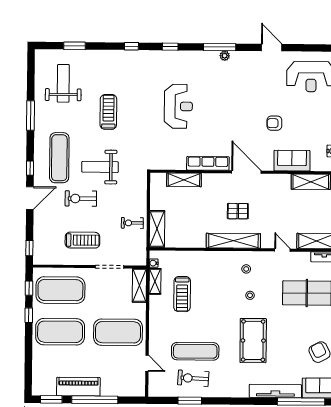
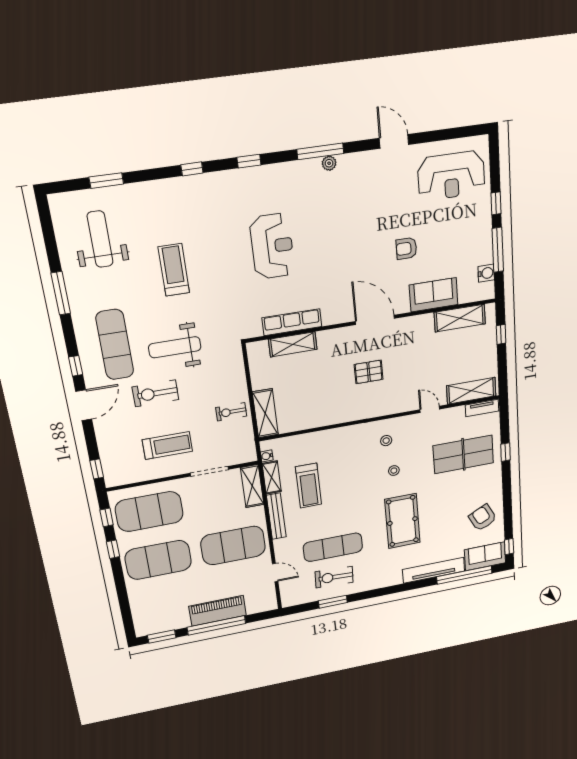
row of seats: (208, 163) -> (292, 322), moved
shelving: (233, 241) -> (367, 410), removed
bench: (154, 315) -> (276, 516), added
piano: (78, 387) -> (218, 611), moved

